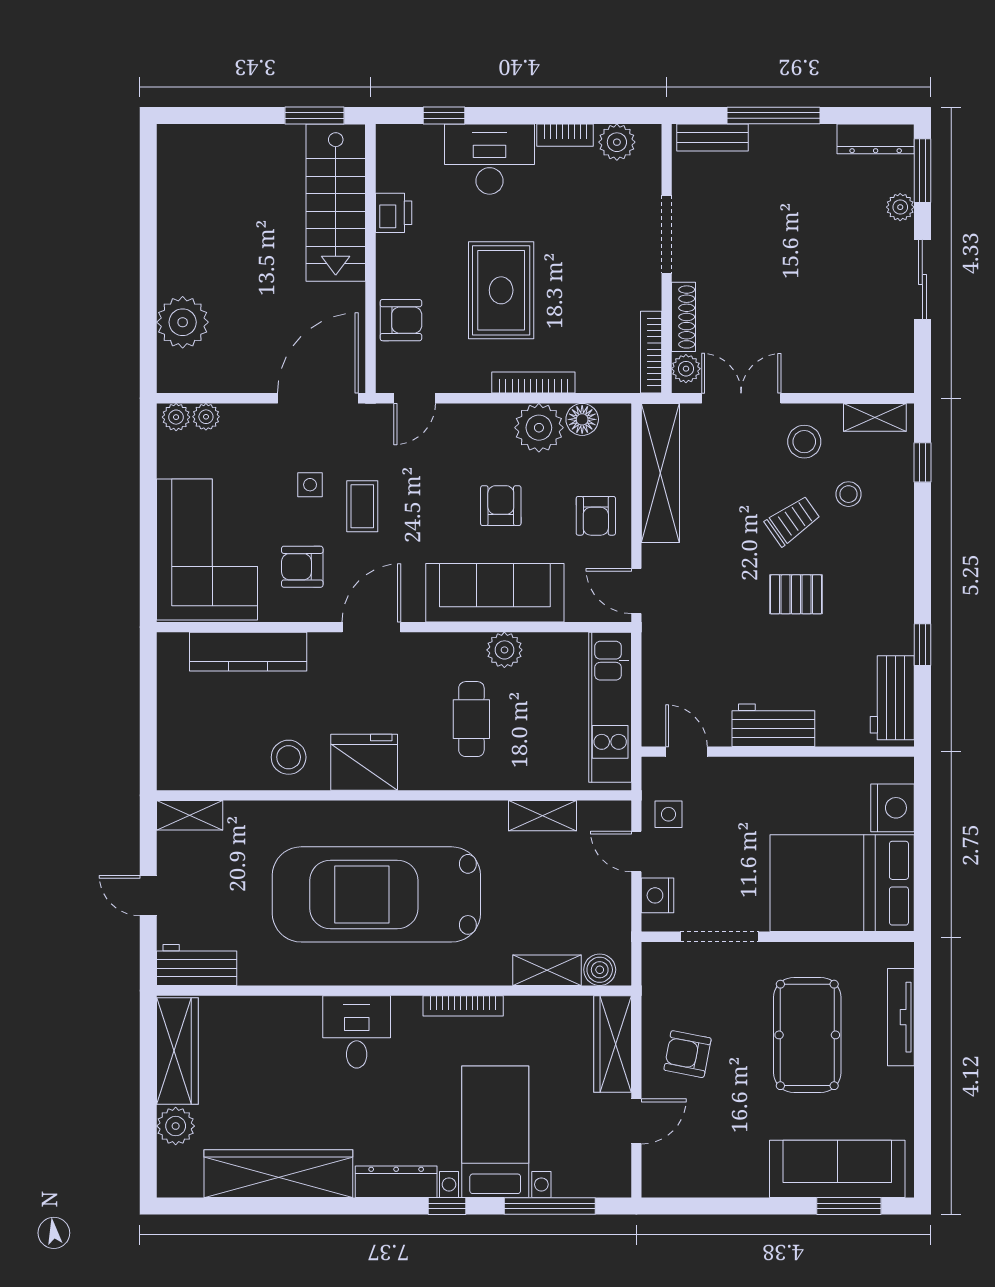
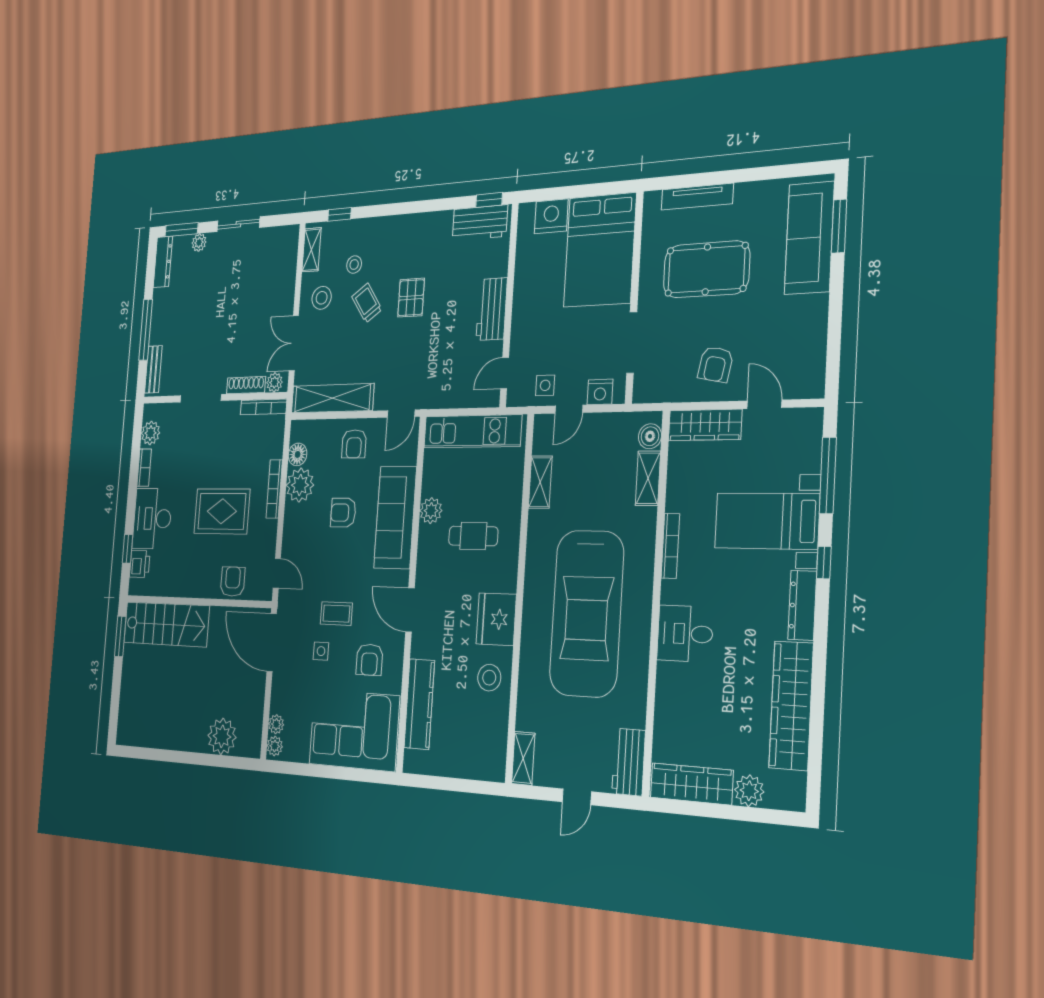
printer: (394, 213) -> (140, 564), moved, turned 90
armchair: (596, 516) -> (354, 444), turned 90
window: (922, 645) -> (489, 200), moved

